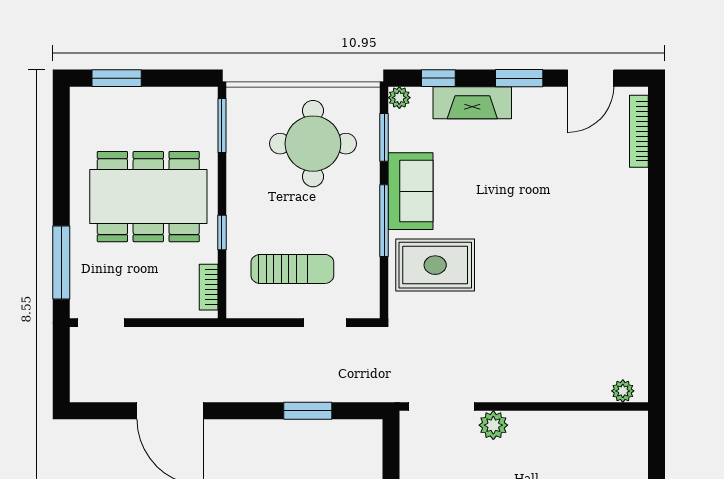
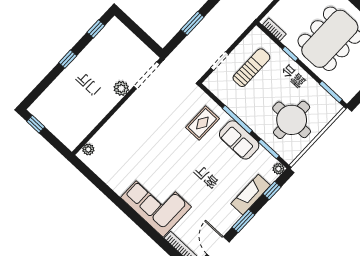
corner sofa: (608, 226) -> (156, 202), added
rug: (435, 265) -> (202, 123), width x0.73, depth x0.70
sun lounger: (292, 269) -> (251, 68), turned 180

